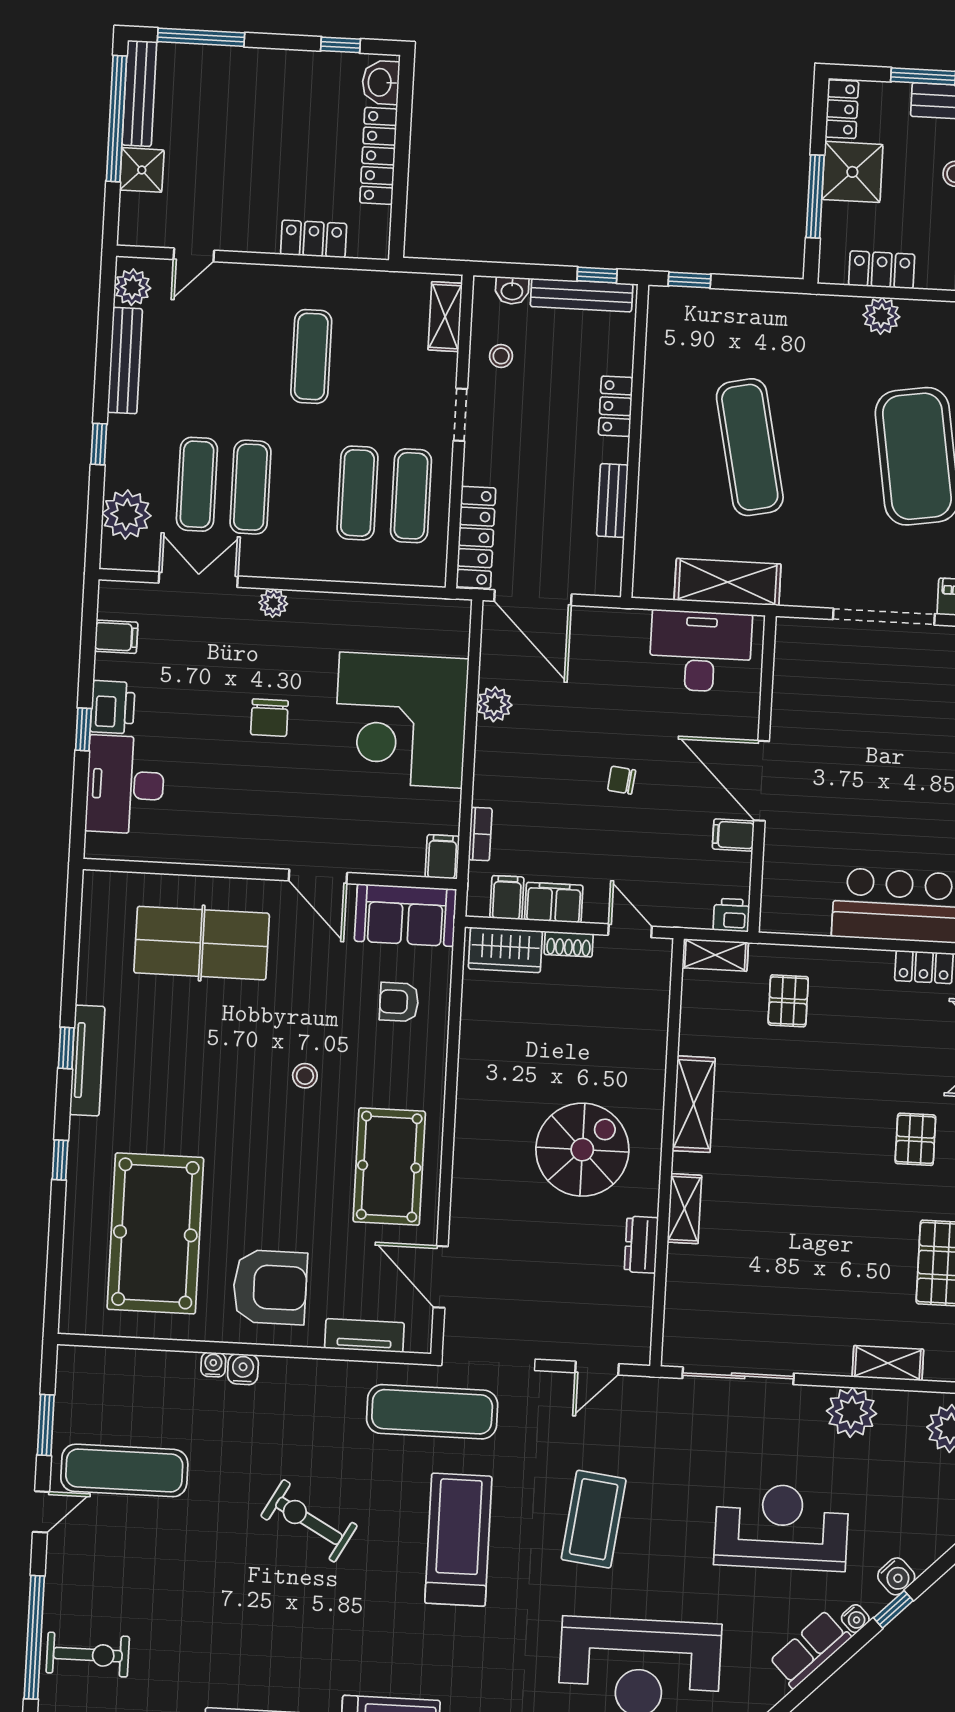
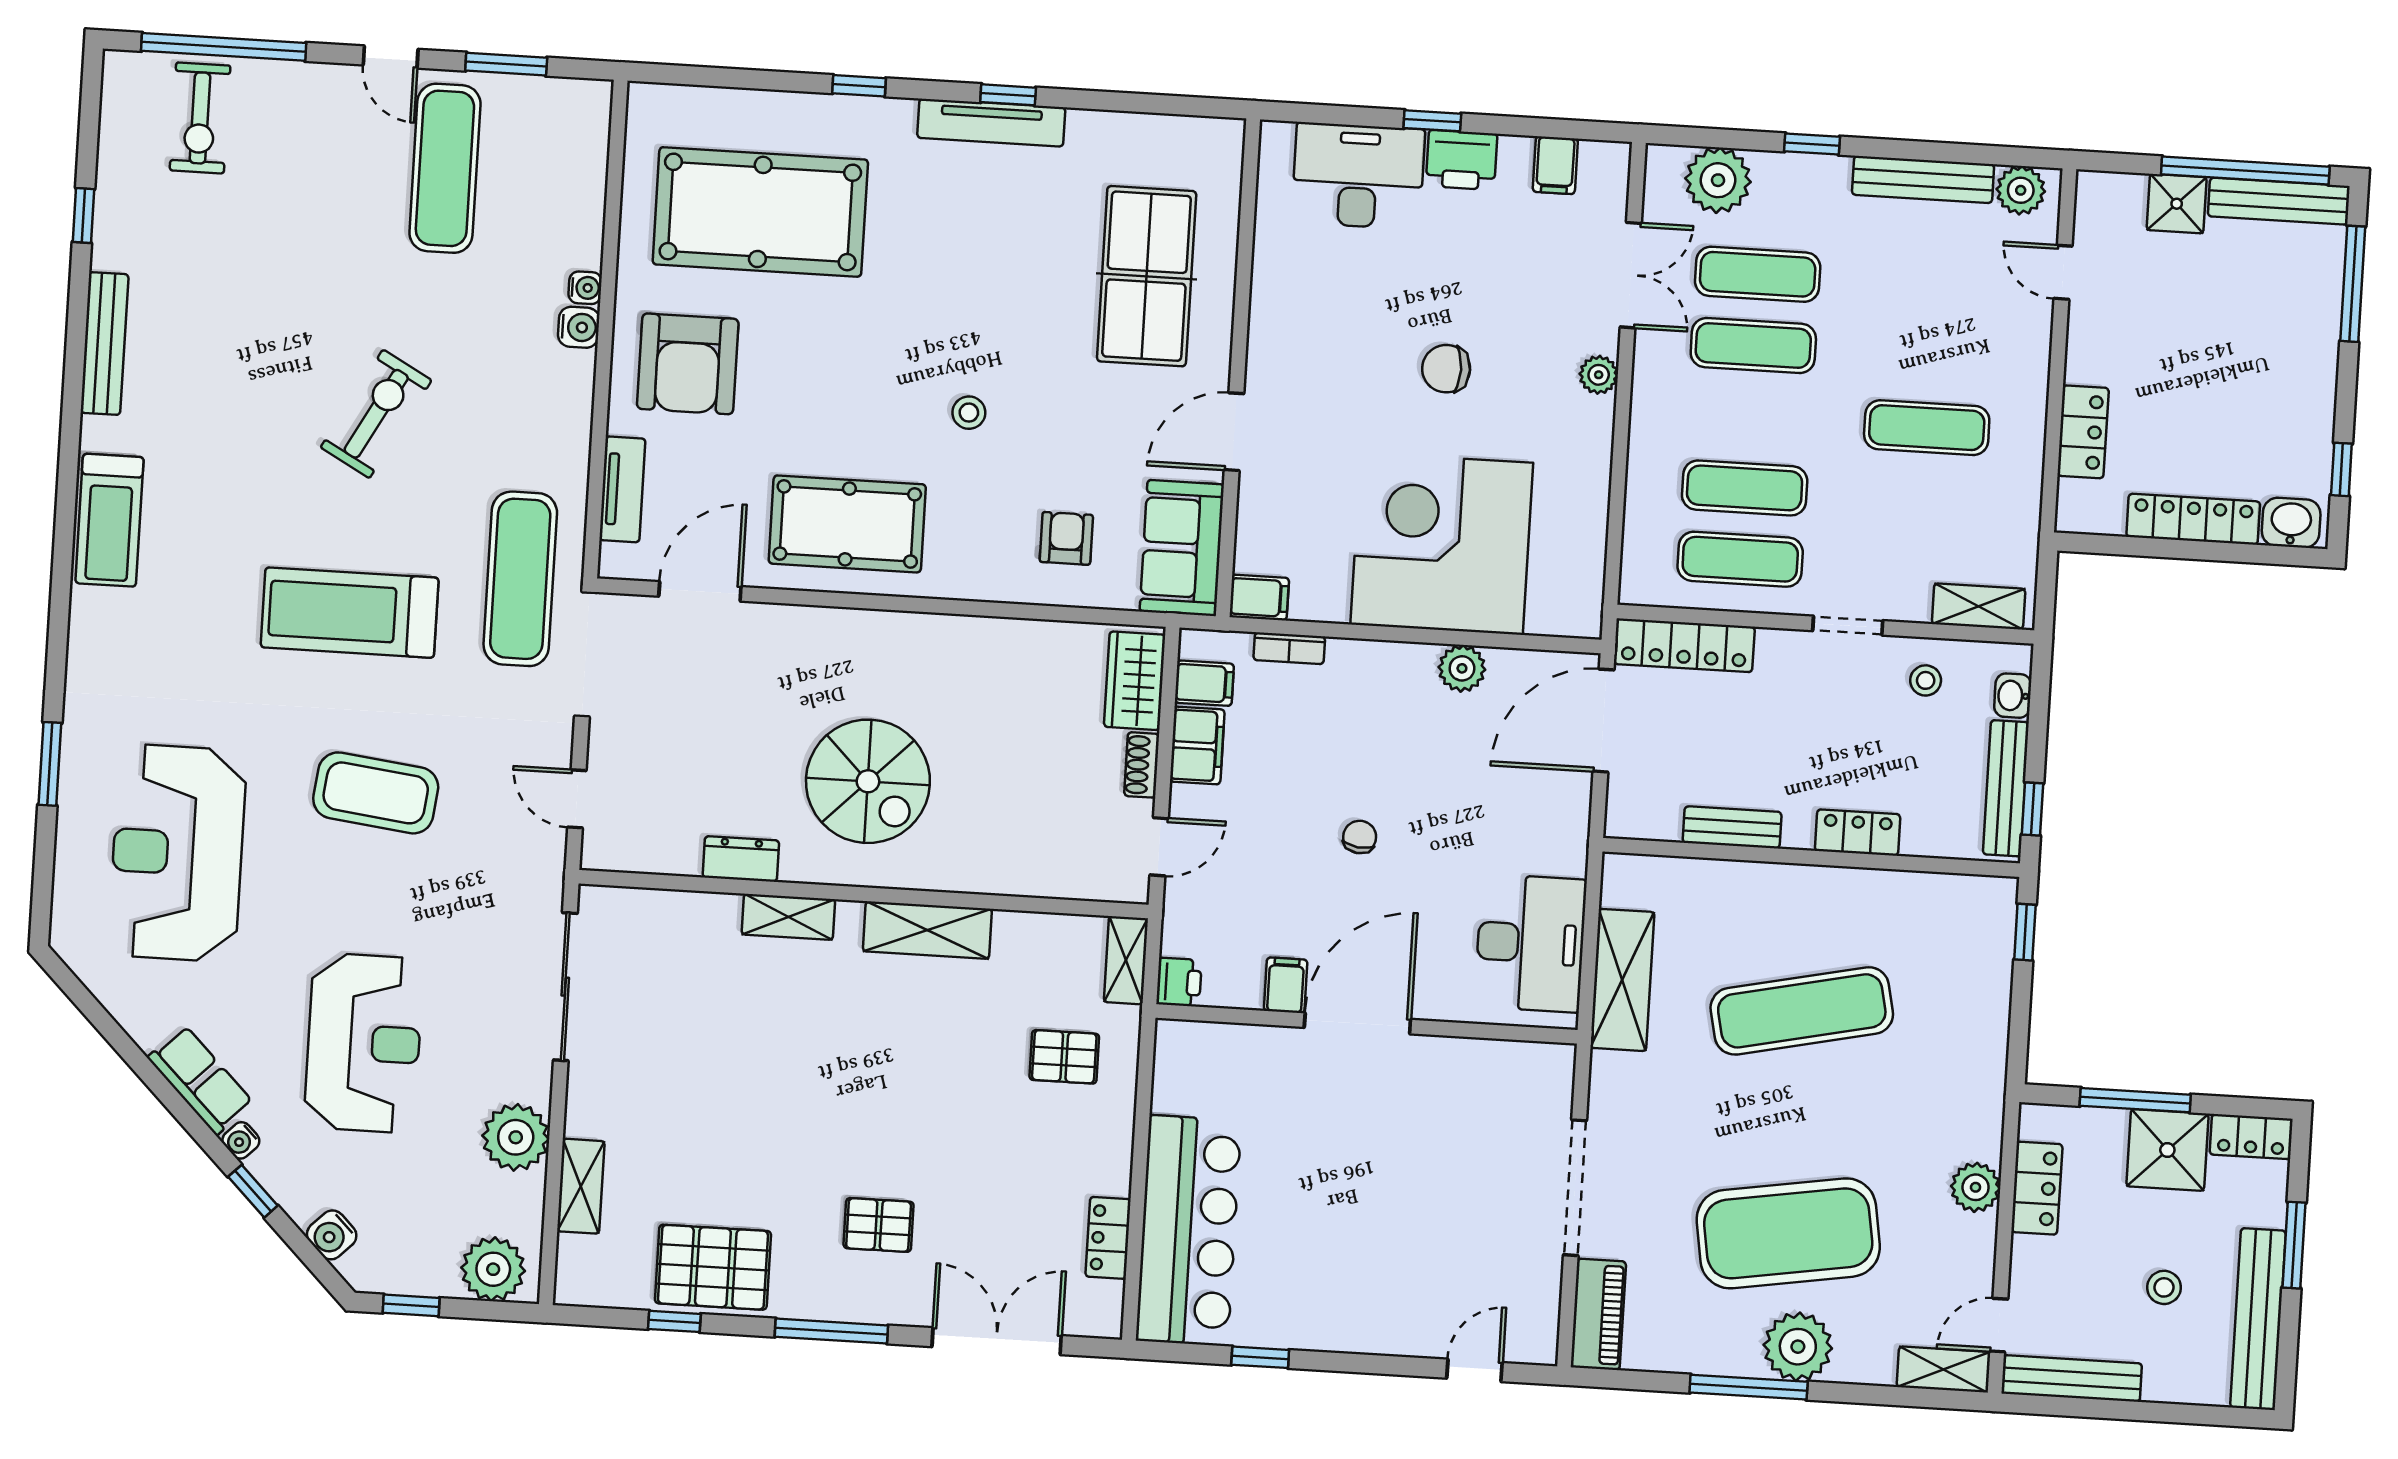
treadmill: (458, 1540) -> (350, 613), turned 180
water cooler: (896, 1576) -> (332, 1235), moved

